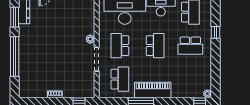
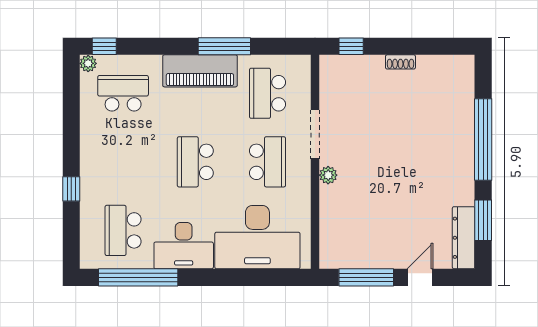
school desk: (190, 46) -> (123, 93), moved

